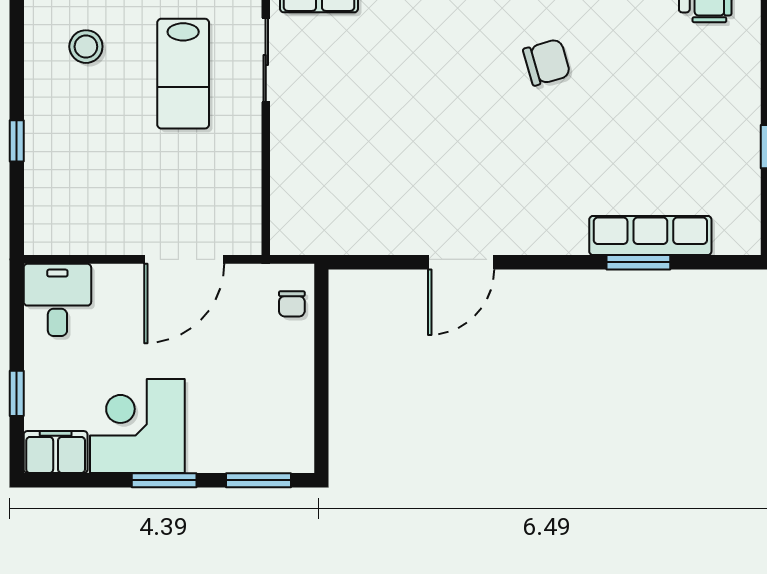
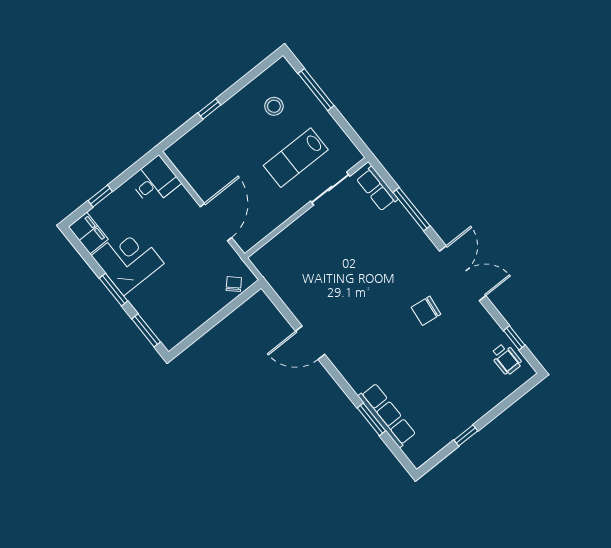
chair: (547, 62) -> (426, 311), turned 113
door: (184, 259) -> (216, 222), swing flipped
chair: (292, 304) -> (234, 284), turned 133

